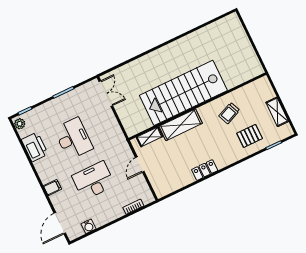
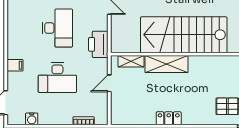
trolley: (229, 113) -> (218, 75), removed
printer: (35, 147) -> (98, 44), moved, turned 180
desk: (94, 181) -> (57, 78), turned 180

